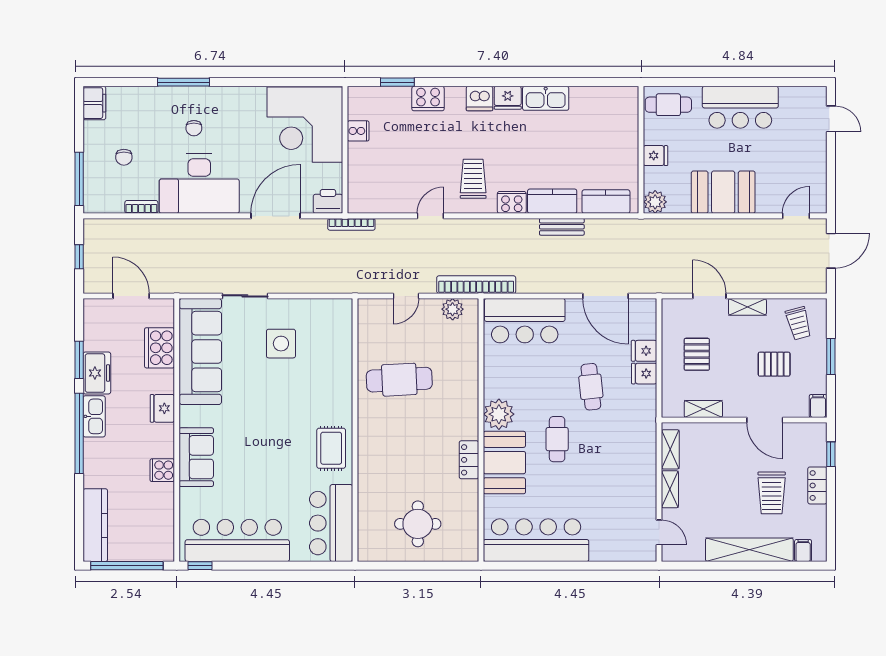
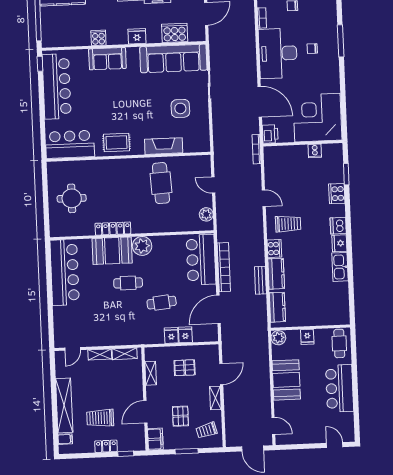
door: (831, 119) -> (335, 445), swing flipped
bookcase: (476, 285) -> (224, 267), moved
fireplace: (340, 373) -> (164, 146), added
filing cabinet: (818, 406) -> (155, 439), width x2.00
locker: (469, 460) -> (113, 229), width x1.53

